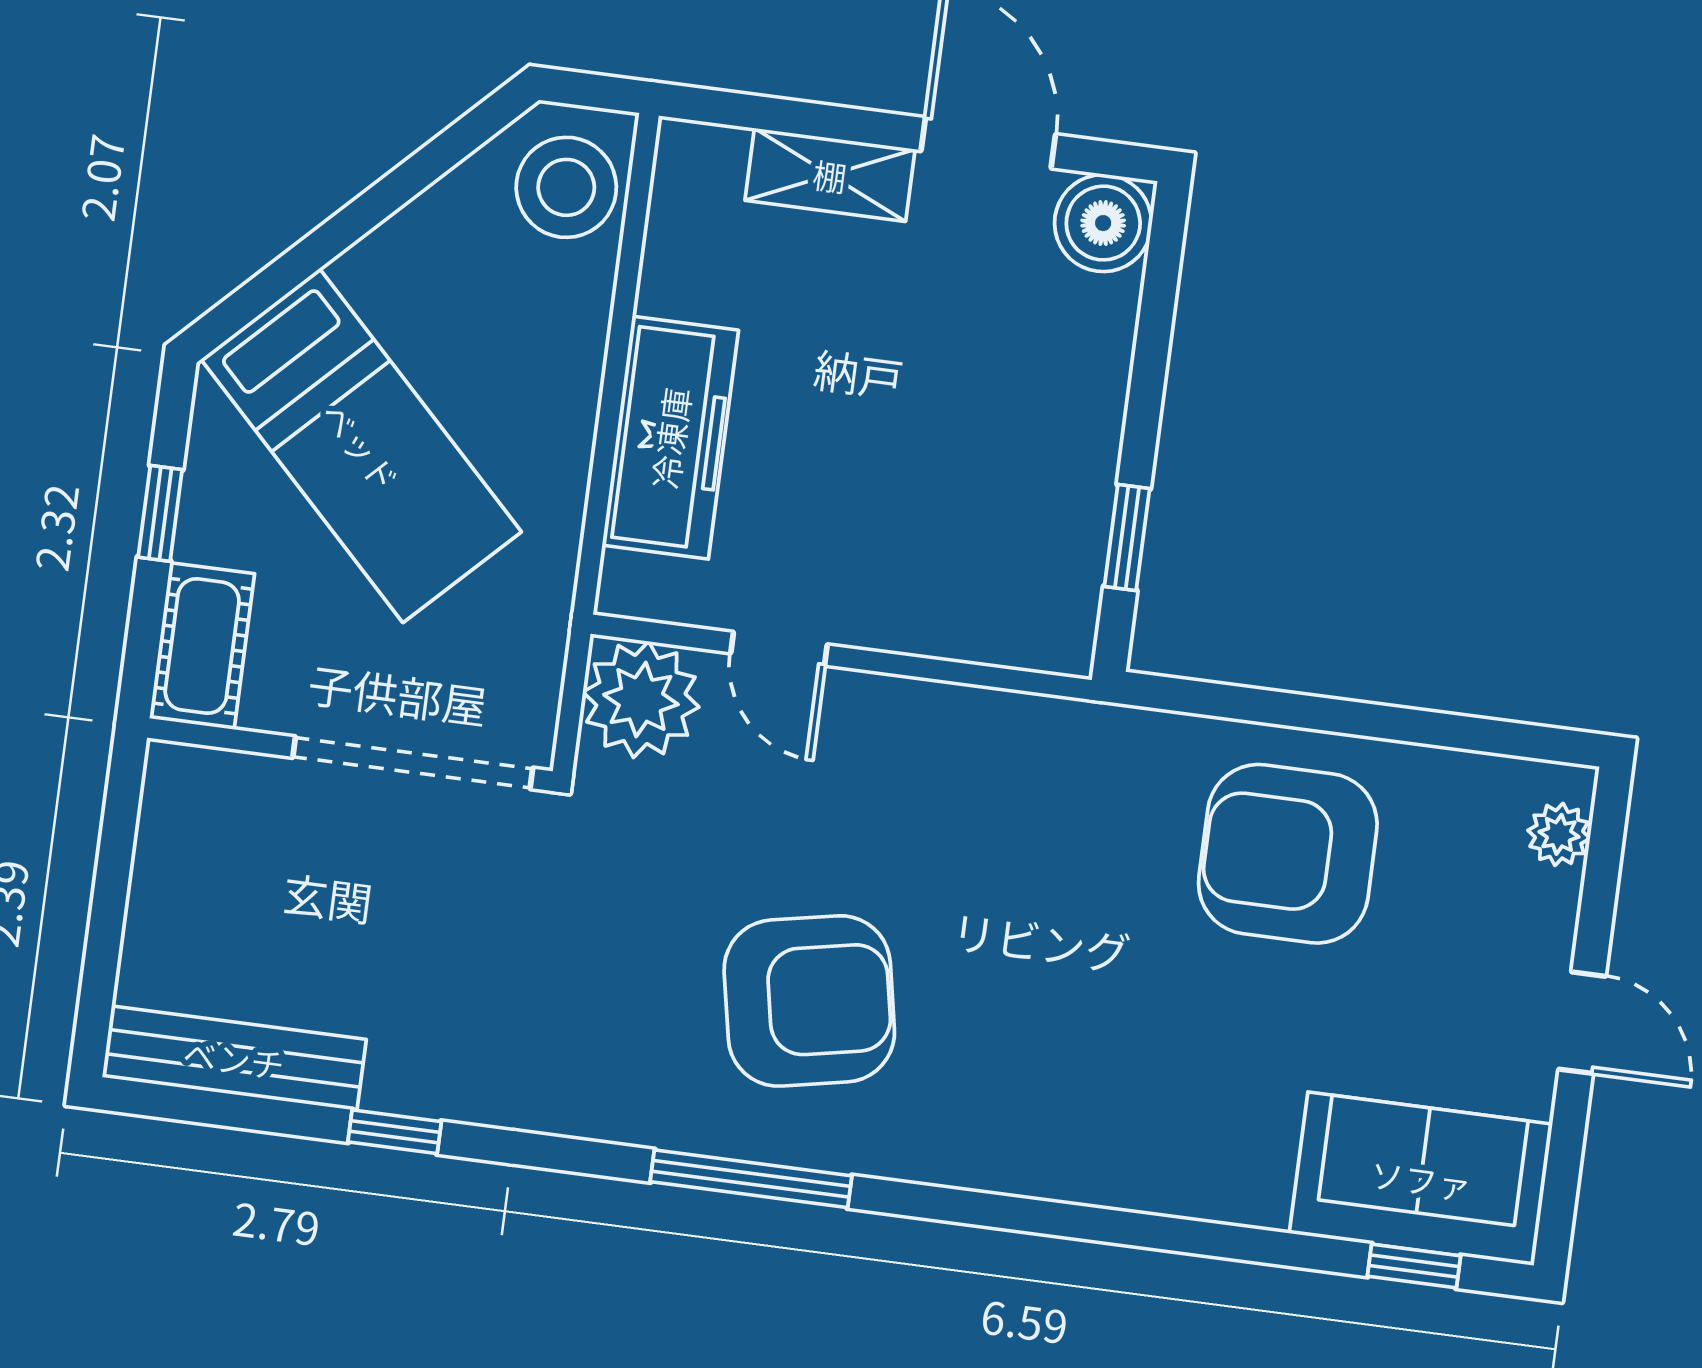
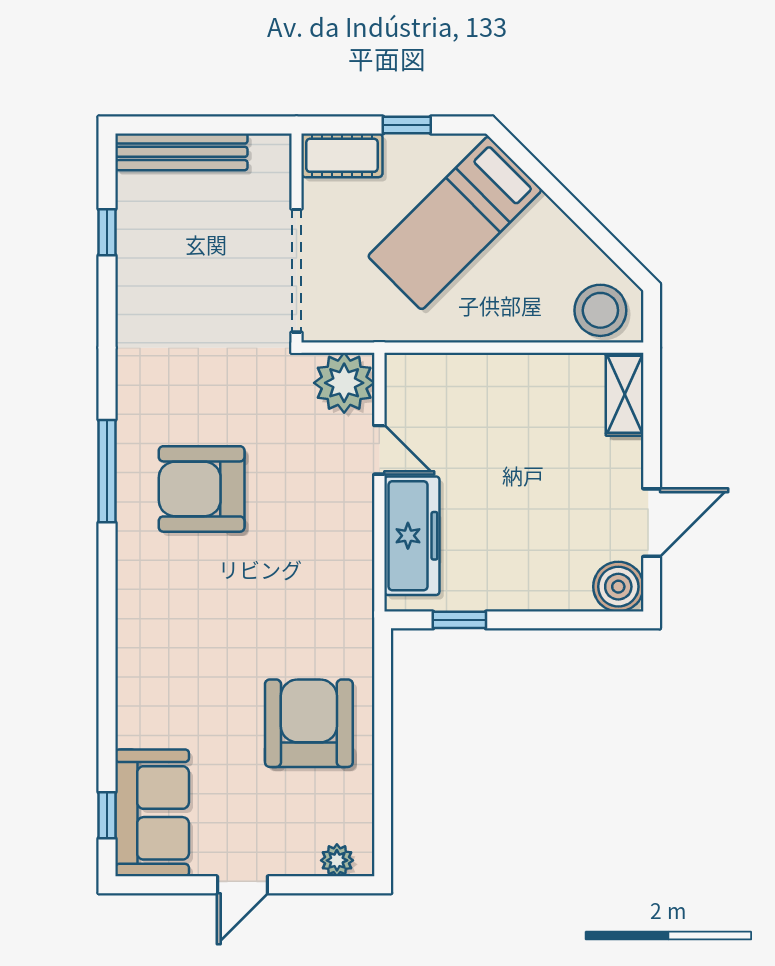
shelving: (830, 175) -> (625, 394), moved
freezer: (670, 438) -> (412, 536), moved, turned -90
door: (779, 649) -> (379, 450), swing flipped
armchair: (809, 1001) -> (202, 489), turned 101
bench: (234, 1058) -> (181, 152), moved, turned 90
window: (395, 1132) -> (107, 232), moved

